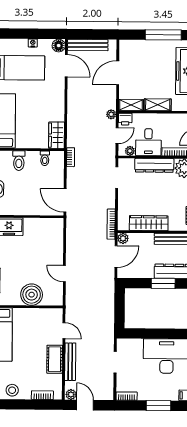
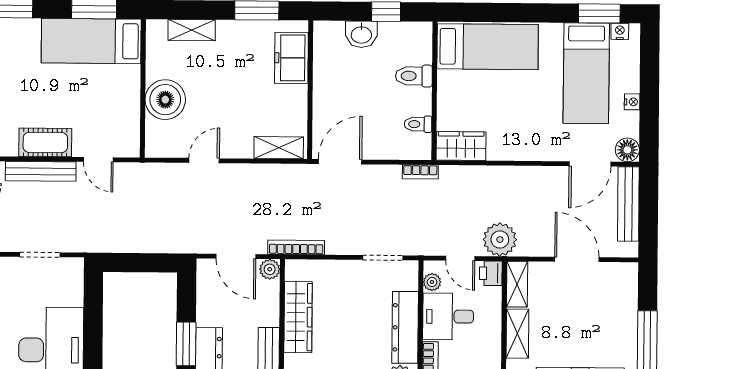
plant: (111, 114) -> (500, 239), width x1.87, depth x1.87
shelving: (58, 233) -> (279, 148), added
door: (64, 331) -> (98, 160), hinge flipped

